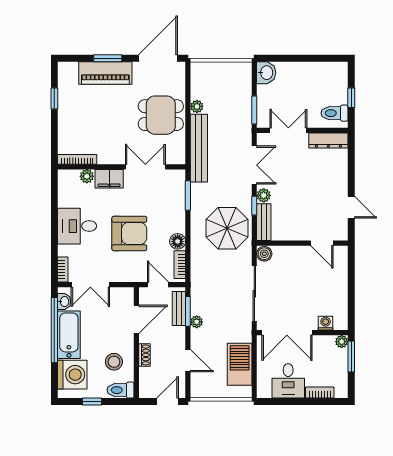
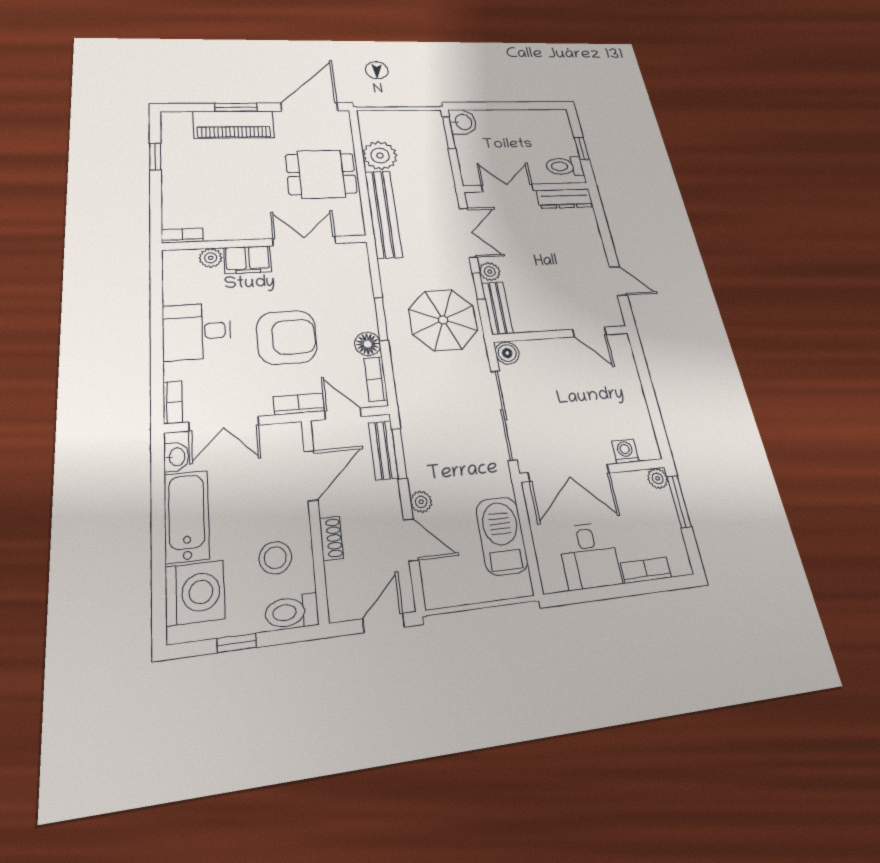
plant: (197, 106) -> (380, 156), width x1.88, depth x1.88
window: (254, 110) -> (449, 133), moved
bookcase: (77, 159) -> (182, 236), width x0.64
window: (188, 196) -> (381, 319), moved
bookcase: (133, 276) -> (299, 404), added
plant: (197, 322) -> (421, 502), moved
window: (54, 330) -> (158, 511), removed

